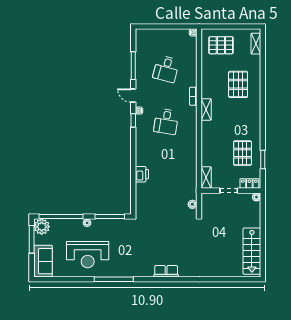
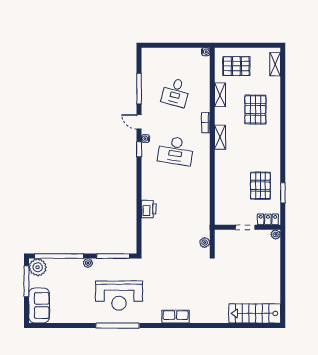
desk: (166, 121) -> (176, 151), width x1.37
shelving: (206, 178) -> (220, 95), moved
stairs: (252, 251) -> (255, 313), moved, turned 90
reception desk: (88, 255) -> (119, 296), moved

